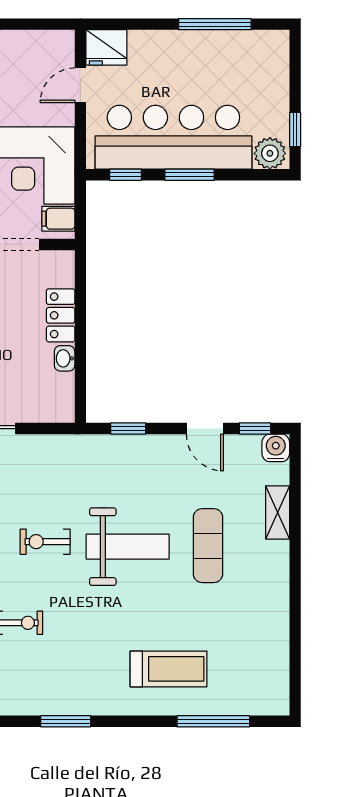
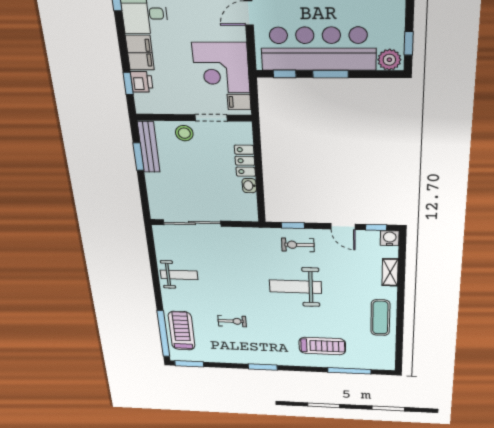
exercise bike: (45, 542) -> (298, 245), moved
exercise mat: (208, 546) -> (380, 318), moved
weight bench: (128, 547) -> (295, 287), turned 180

